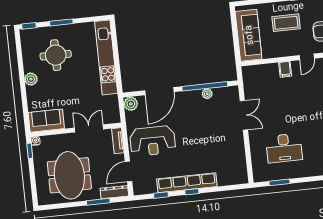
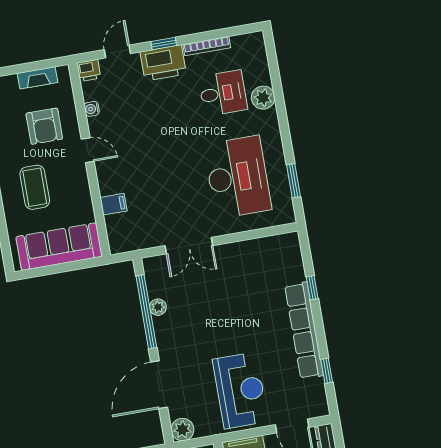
filing cabinet: (285, 69) -> (114, 204), moved
door: (159, 91) -> (159, 385), swing flipped
double door: (244, 115) -> (189, 246), swing flipped
desk: (284, 148) -> (238, 177), width x1.36, depth x1.30
window: (192, 192) -> (312, 288), moved

